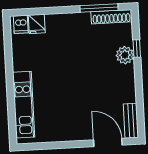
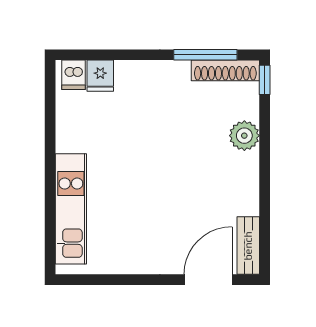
window: (137, 48) -> (265, 80), moved
door: (108, 142) -> (208, 280), hinge flipped

